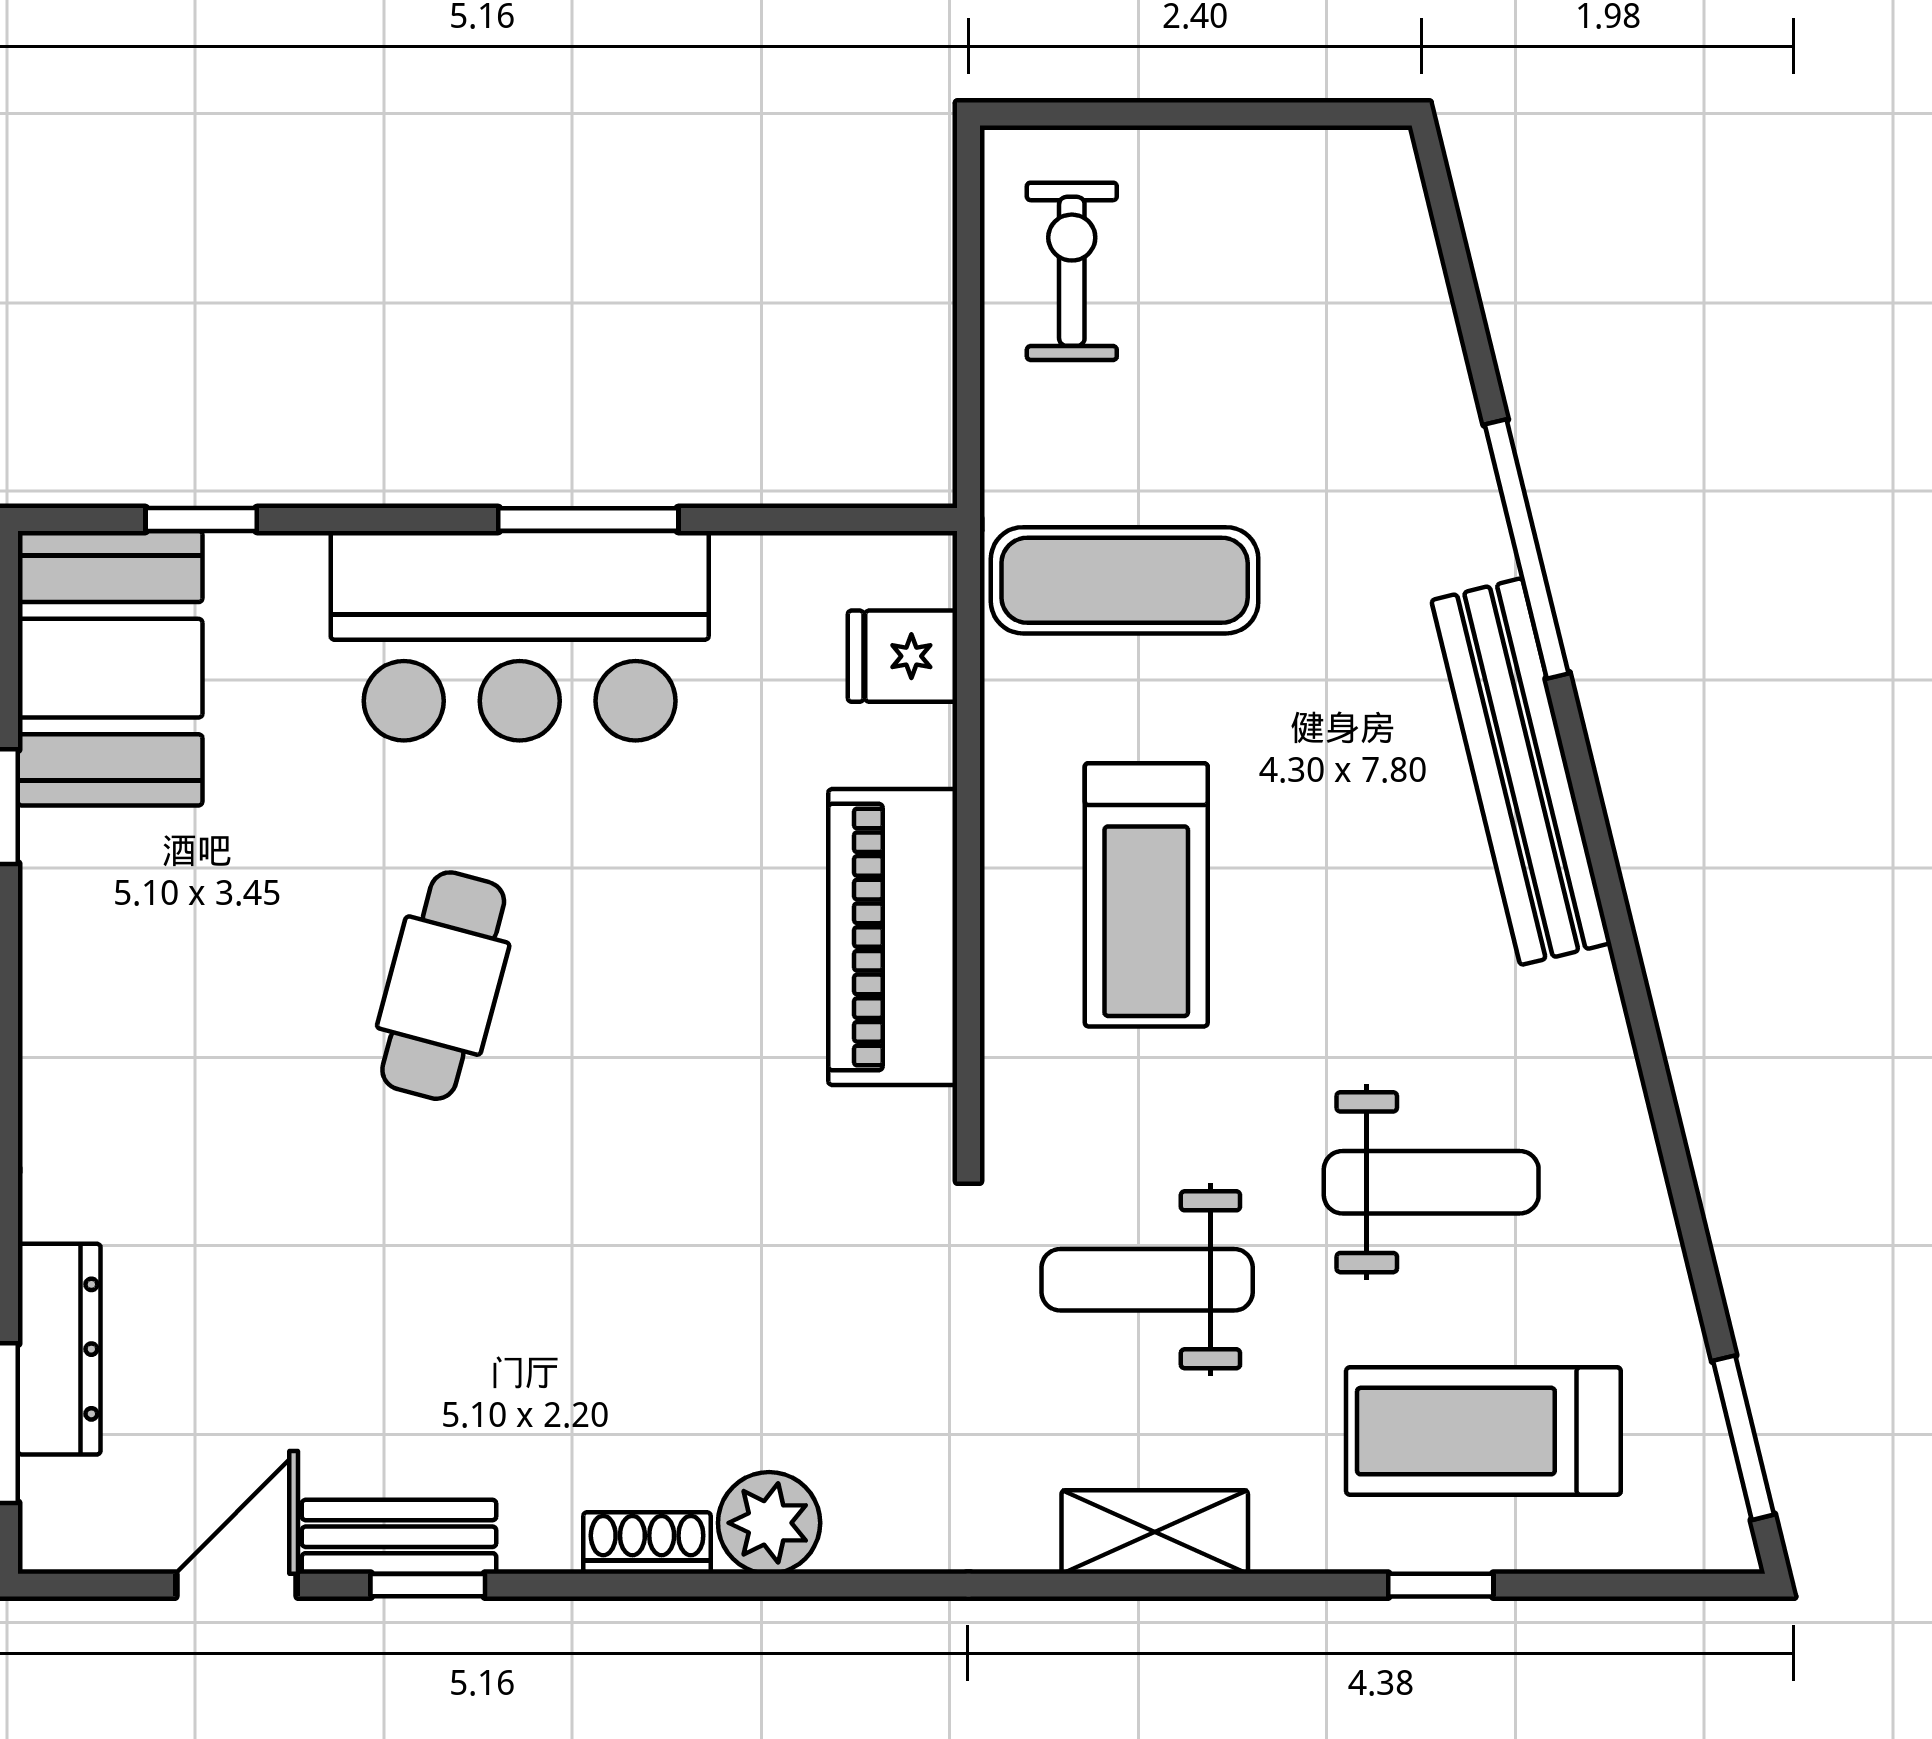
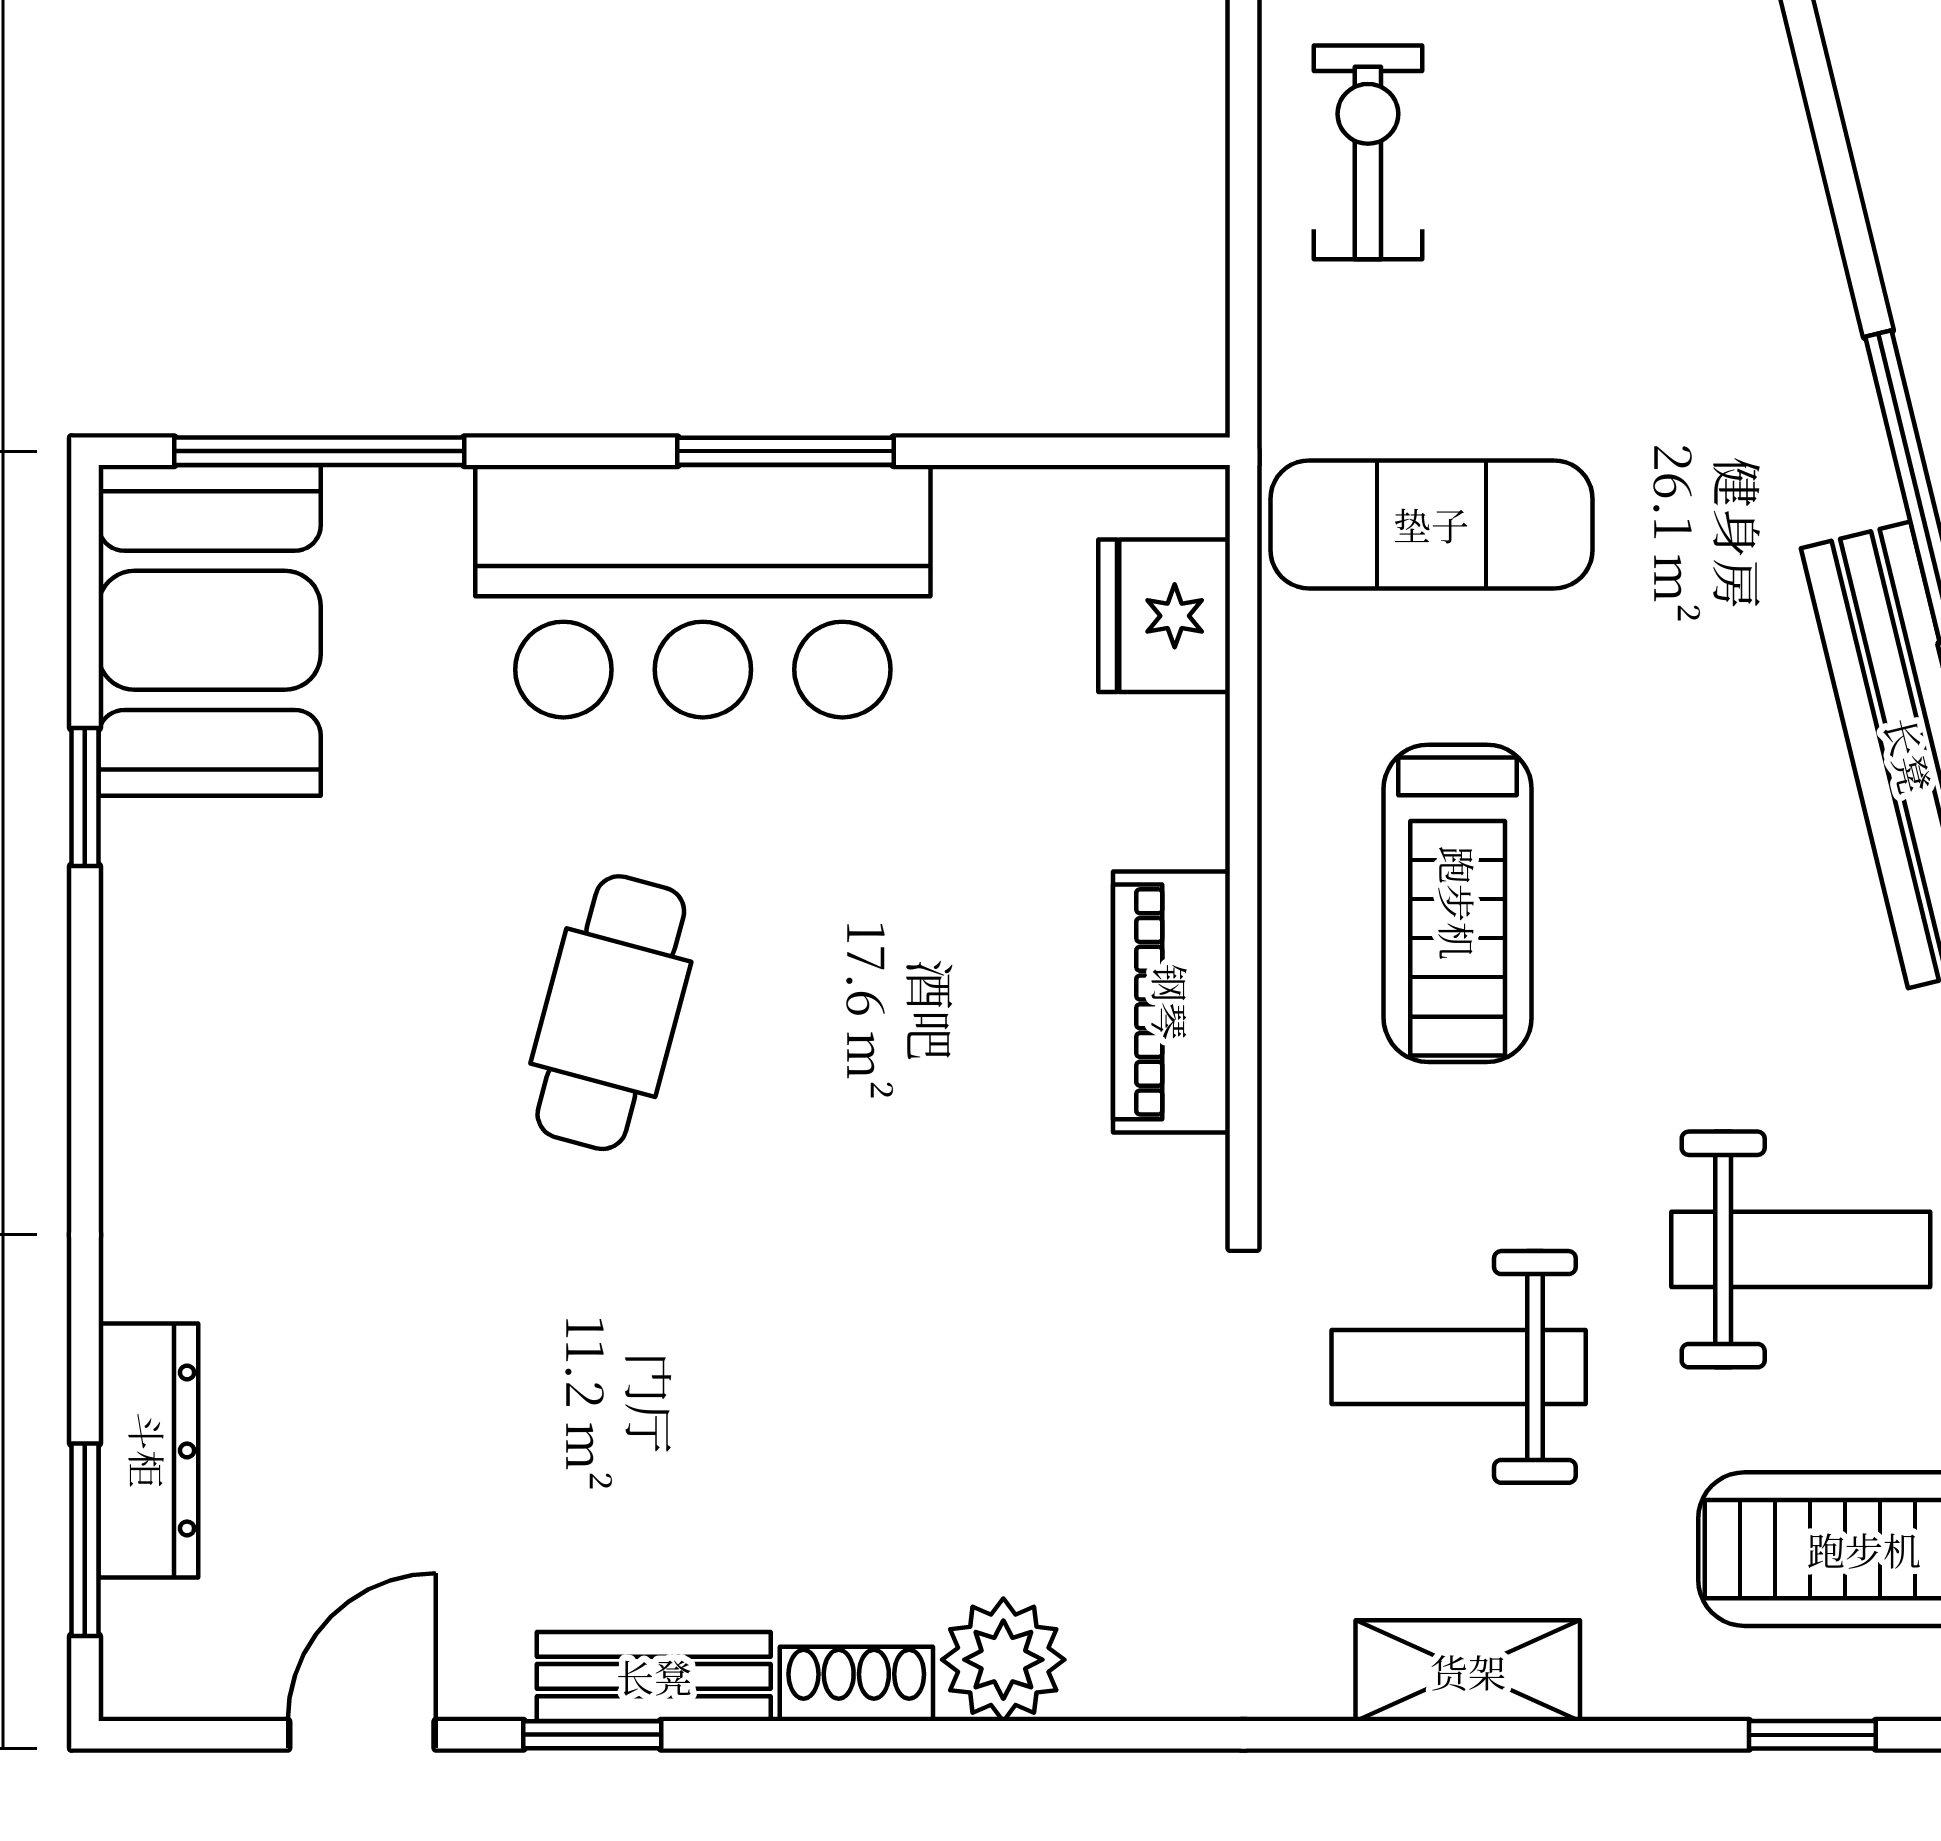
window: (201, 519) -> (319, 451), width x2.17
fridge: (903, 656) -> (1164, 616), width x1.38
piano: (893, 937) -> (1171, 1002), width x0.73, depth x0.75
bench: (399, 1537) -> (654, 1676), moved

